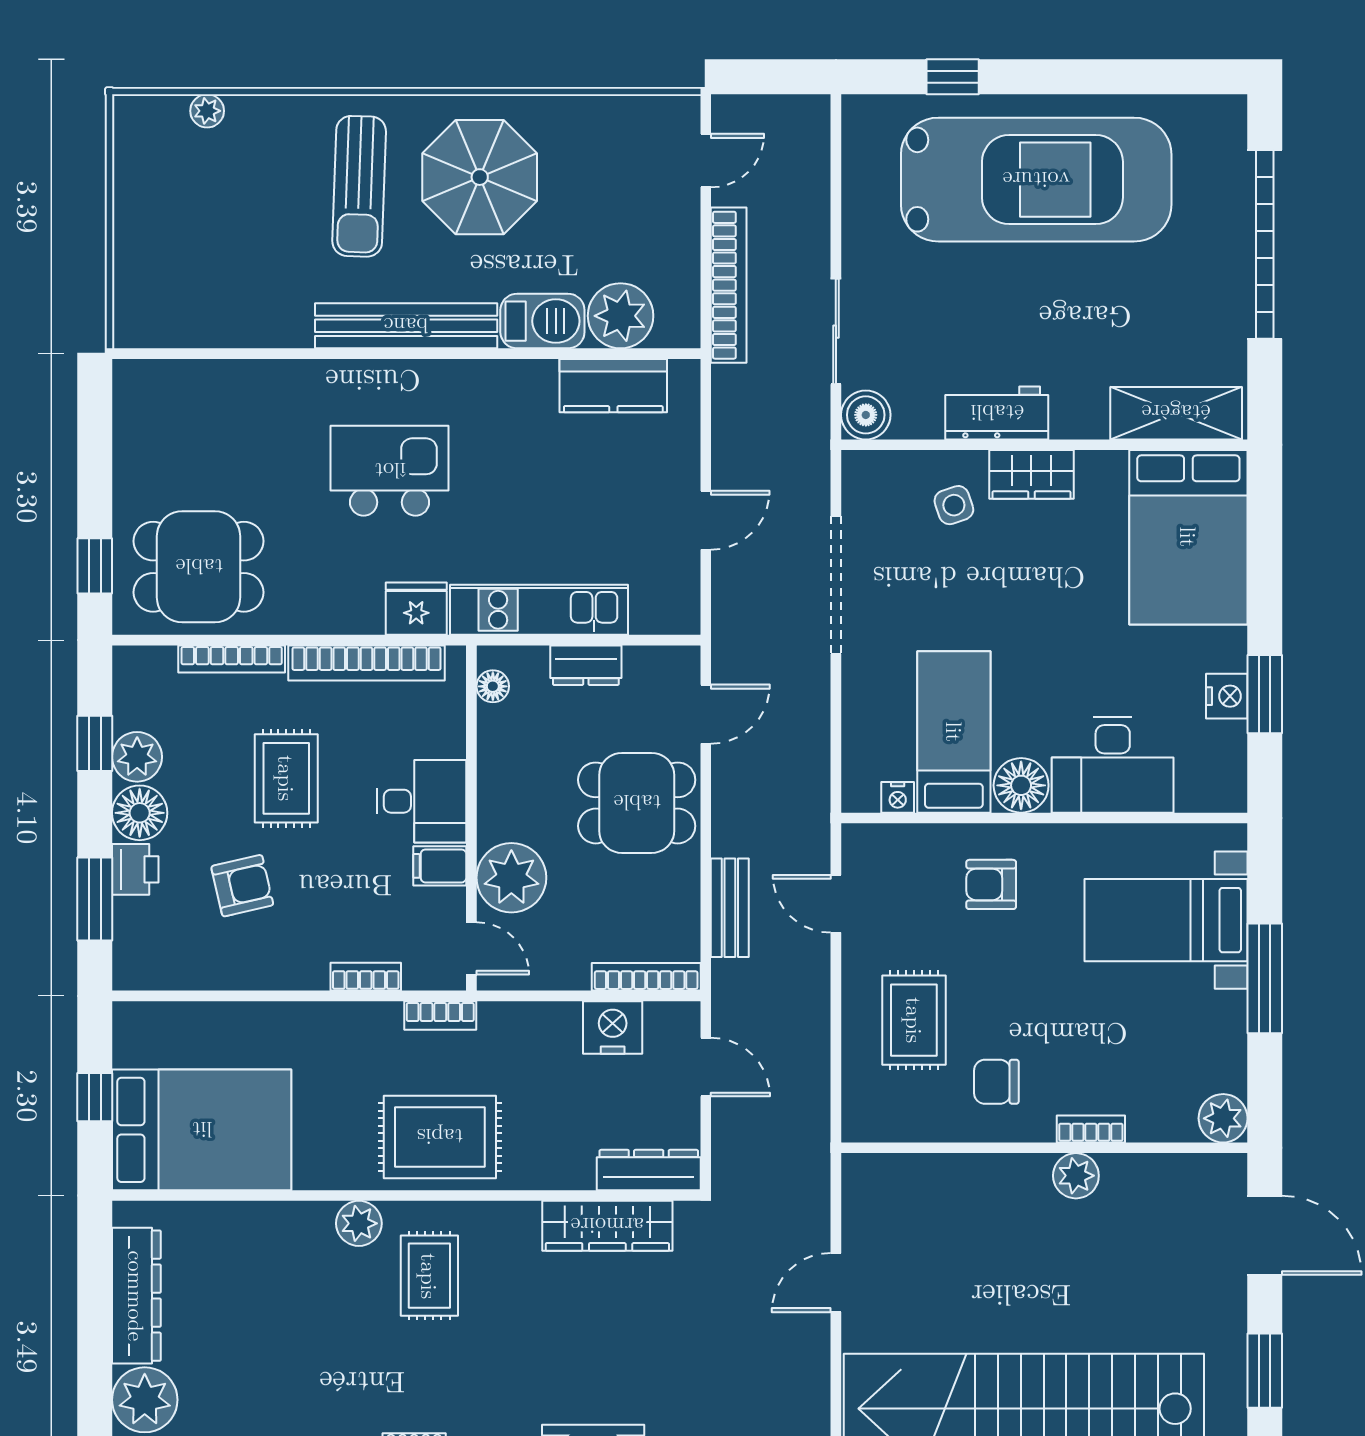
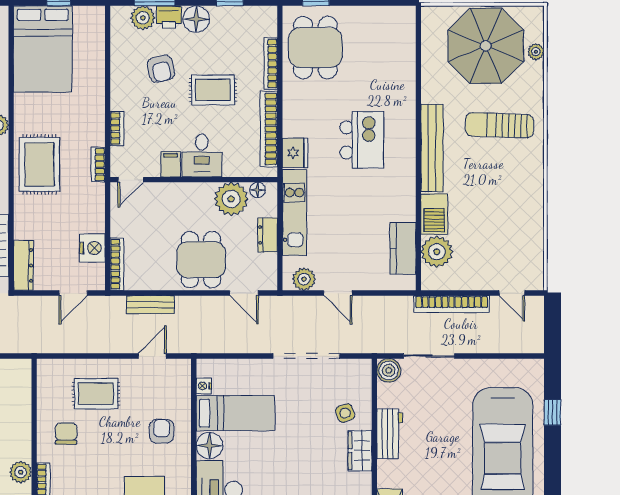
parasol: (480, 177) -> (486, 46), moved, width x1.36, depth x1.36
plant: (677, 590) -> (304, 279), added
plant: (137, 757) -> (143, 18), moved
plant: (511, 878) -> (231, 199), moved

